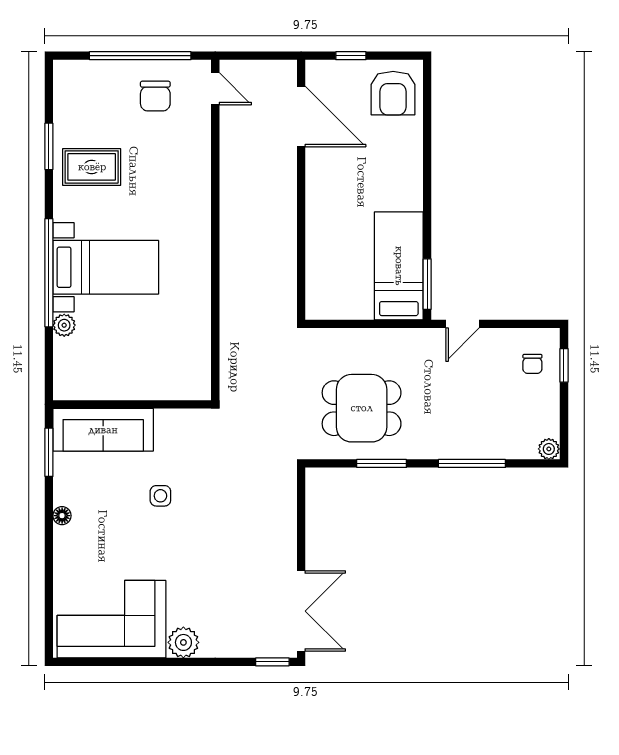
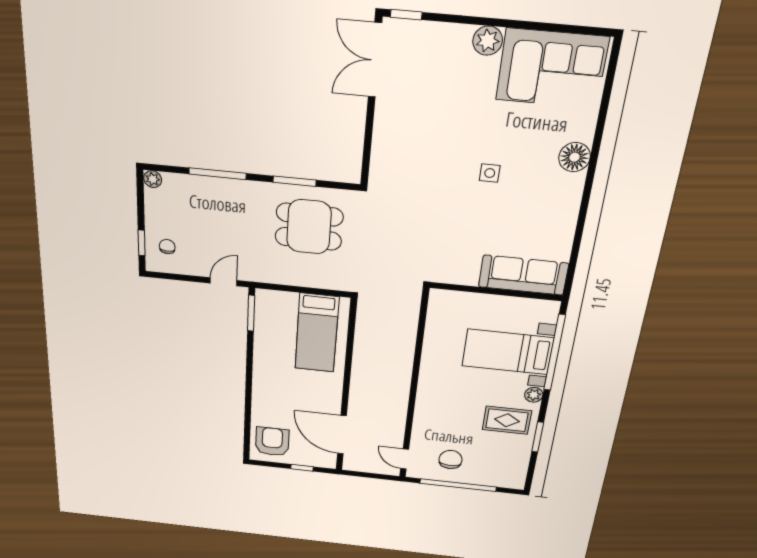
bed: (399, 266) -> (317, 333), moved
plant: (64, 325) -> (534, 395), moved
wall: (132, 404) -> (496, 292), moved
sofa: (103, 430) -> (523, 275), moved
window: (49, 452) -> (582, 218), removed
floor lamp: (62, 516) -> (575, 157), width x1.89, depth x1.89

